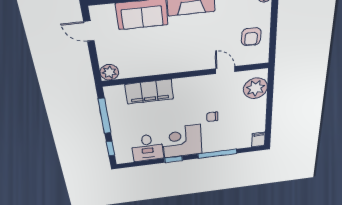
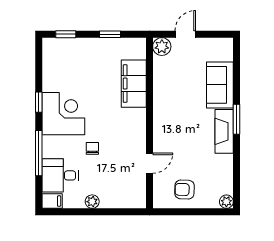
door: (89, 31) -> (185, 34), moved
plant: (255, 88) -> (92, 202), moved, width x0.53, depth x0.53
window: (105, 116) -> (110, 34), width x0.46
desk: (147, 148) -> (60, 175), moved

